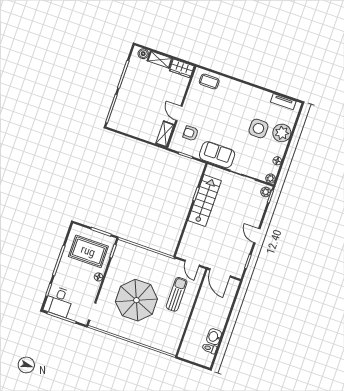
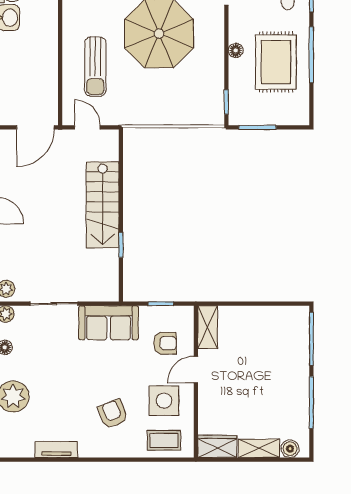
tv unit: (283, 102) -> (56, 449), moved
armchair: (232, 105) -> (113, 414), added
door: (179, 113) -> (196, 370), swing flipped
side table: (258, 128) -> (164, 401), moved
stairs: (205, 201) -> (103, 205), moved
rug: (88, 251) -> (276, 62), moved, turned 90
door: (220, 273) -> (35, 127), swing flipped

